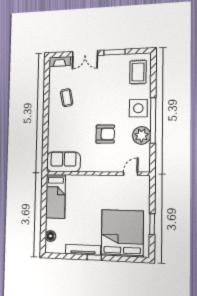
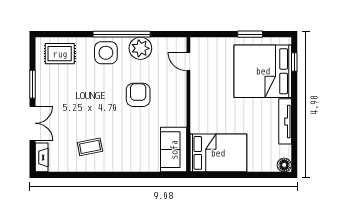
bed: (56, 196) -> (218, 153), width x1.50
floor lamp: (50, 236) -> (284, 165), moved
window: (94, 258) -> (294, 62), moved

